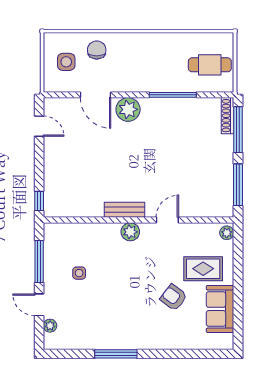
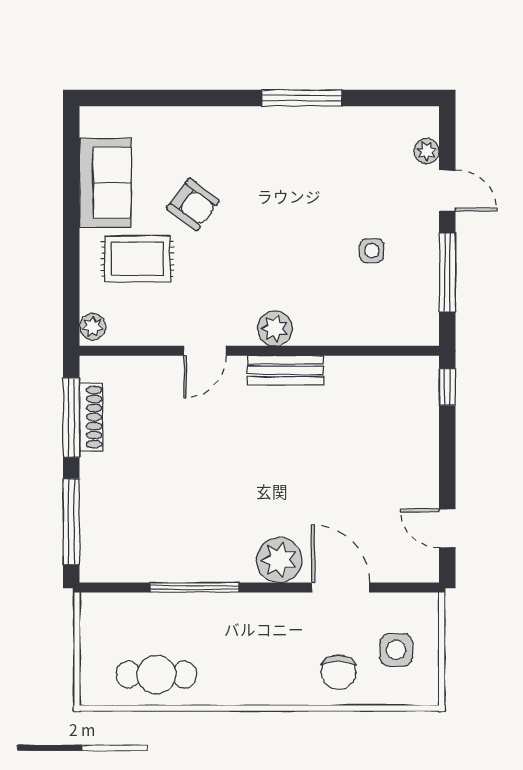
cafe table: (210, 65) -> (156, 675), moved
shoe rack: (228, 116) -> (91, 417), moved

